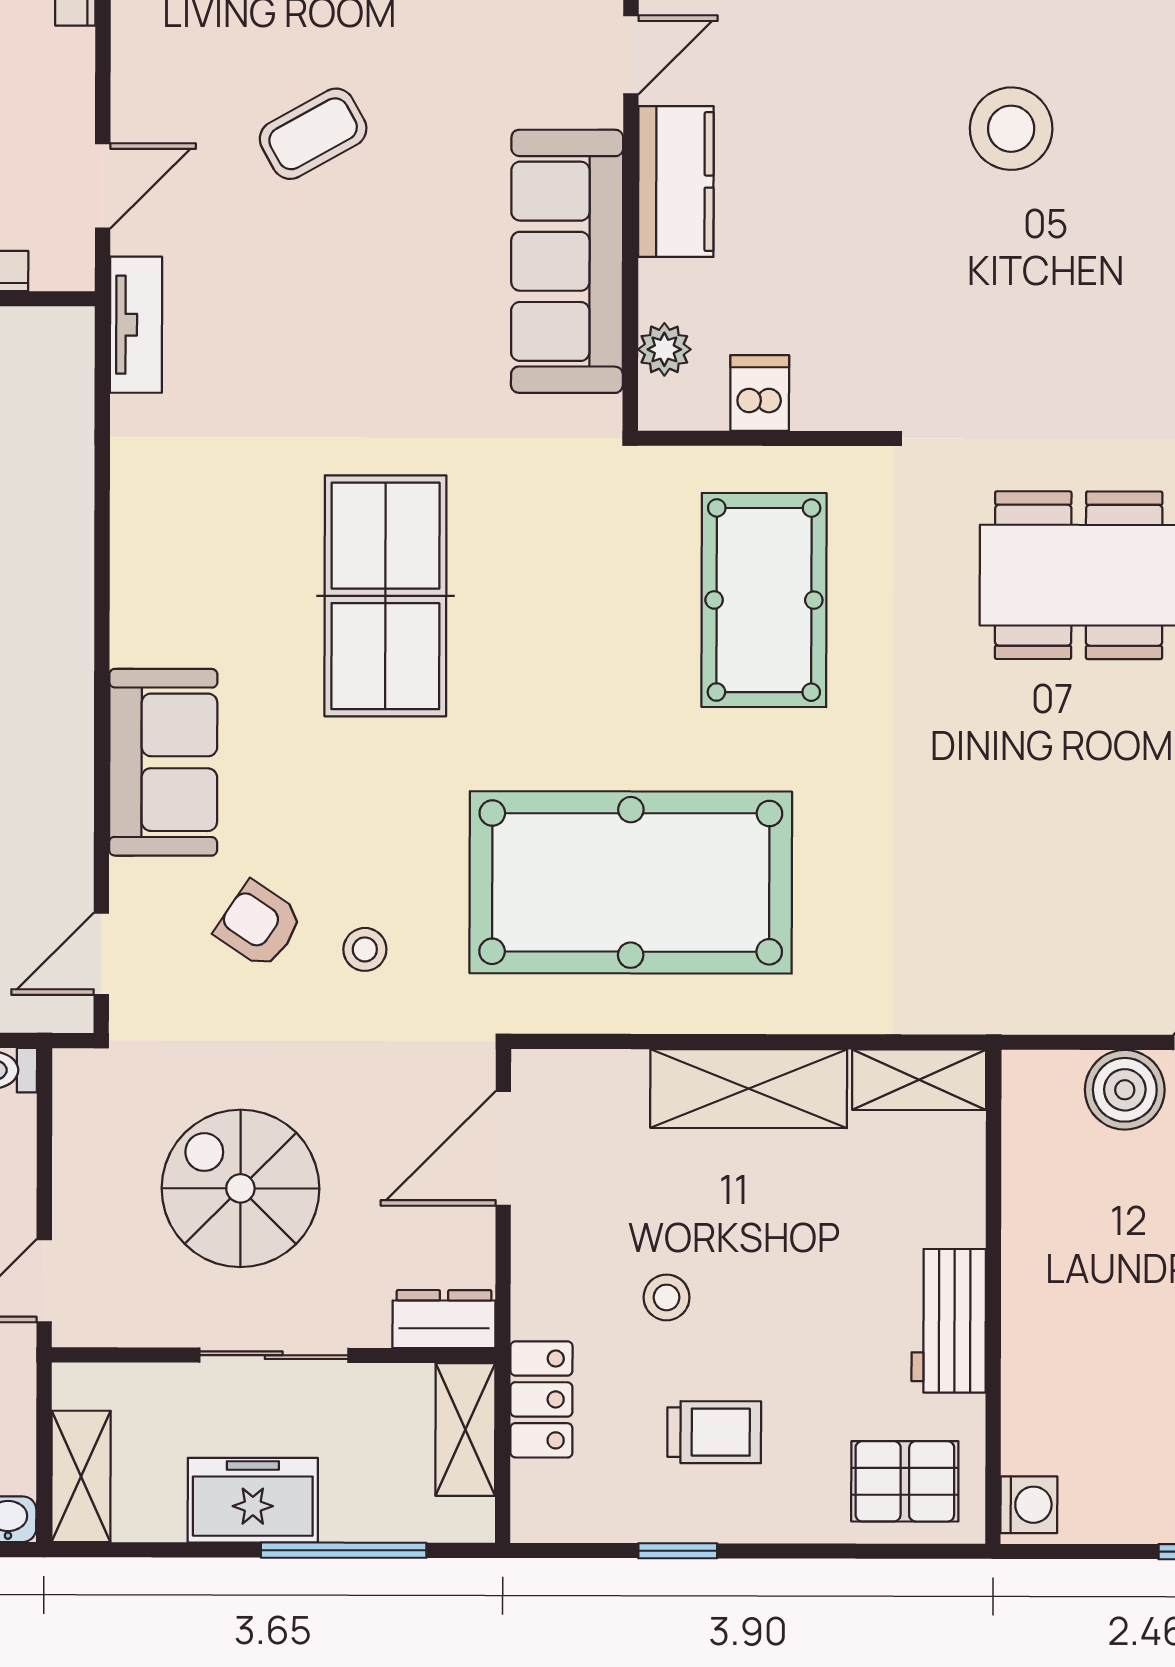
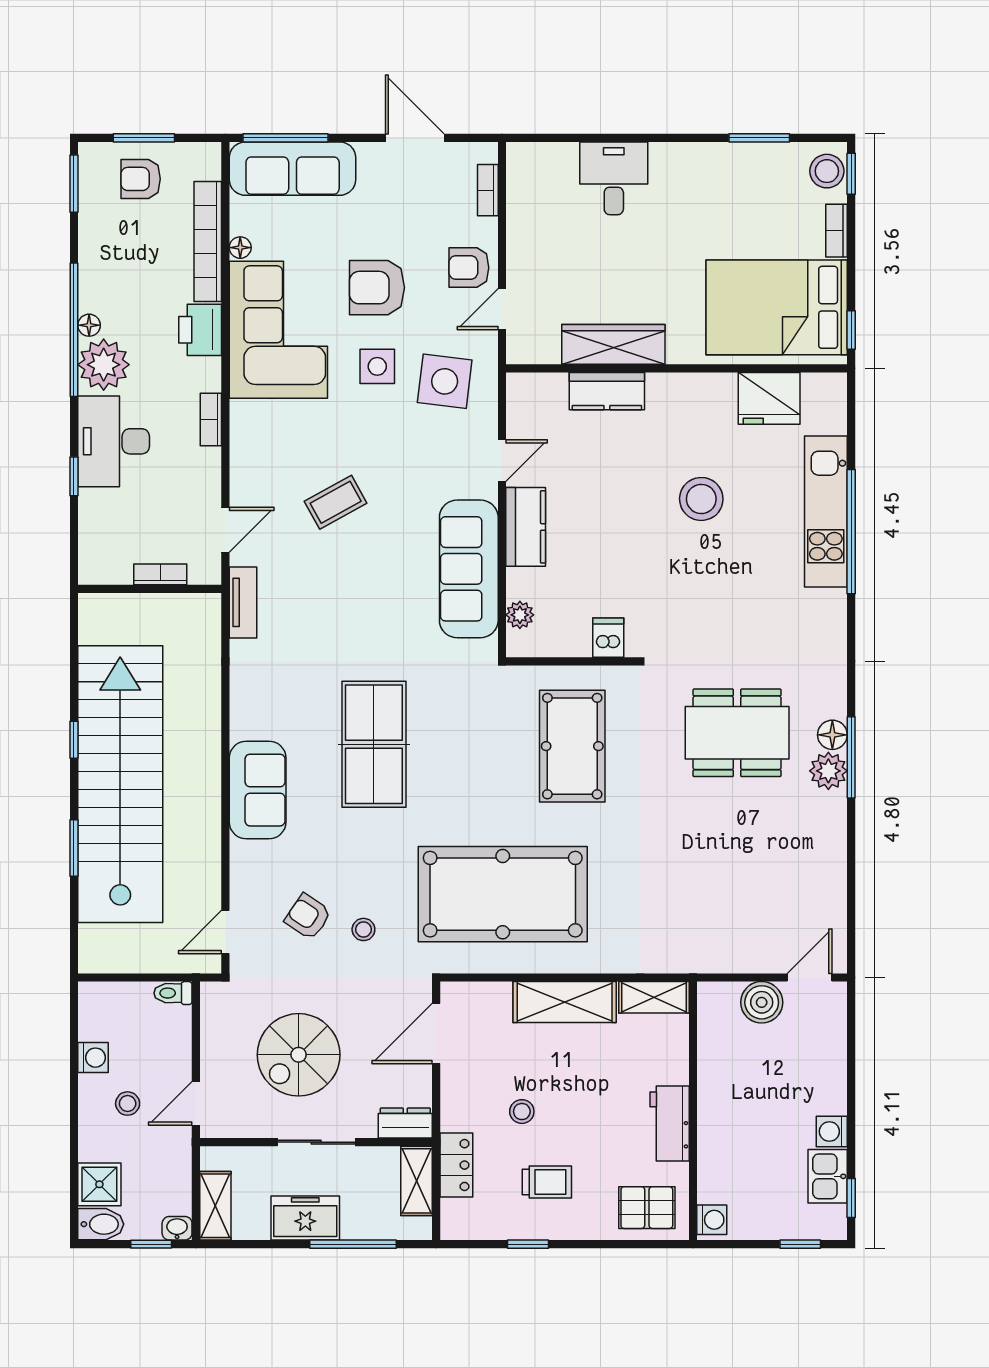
dishwasher: (760, 393) -> (608, 638), moved
sofa: (163, 762) -> (258, 790), moved
spiral stairs: (240, 1188) -> (299, 1055), turned -90

